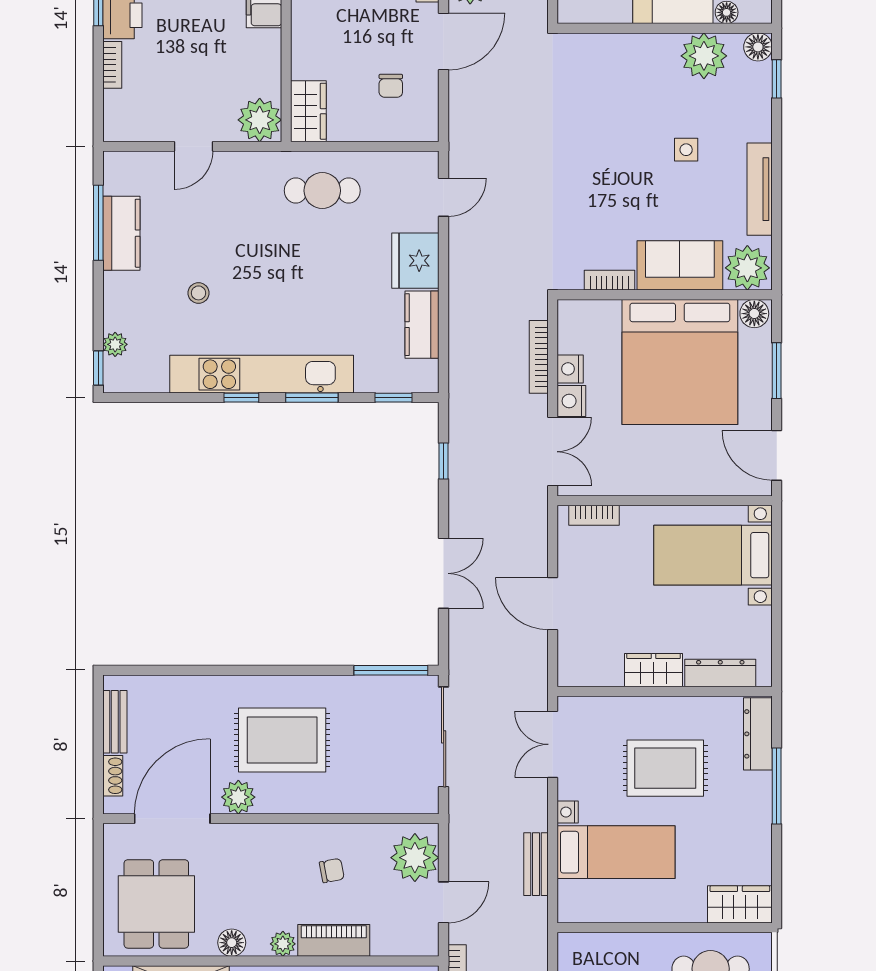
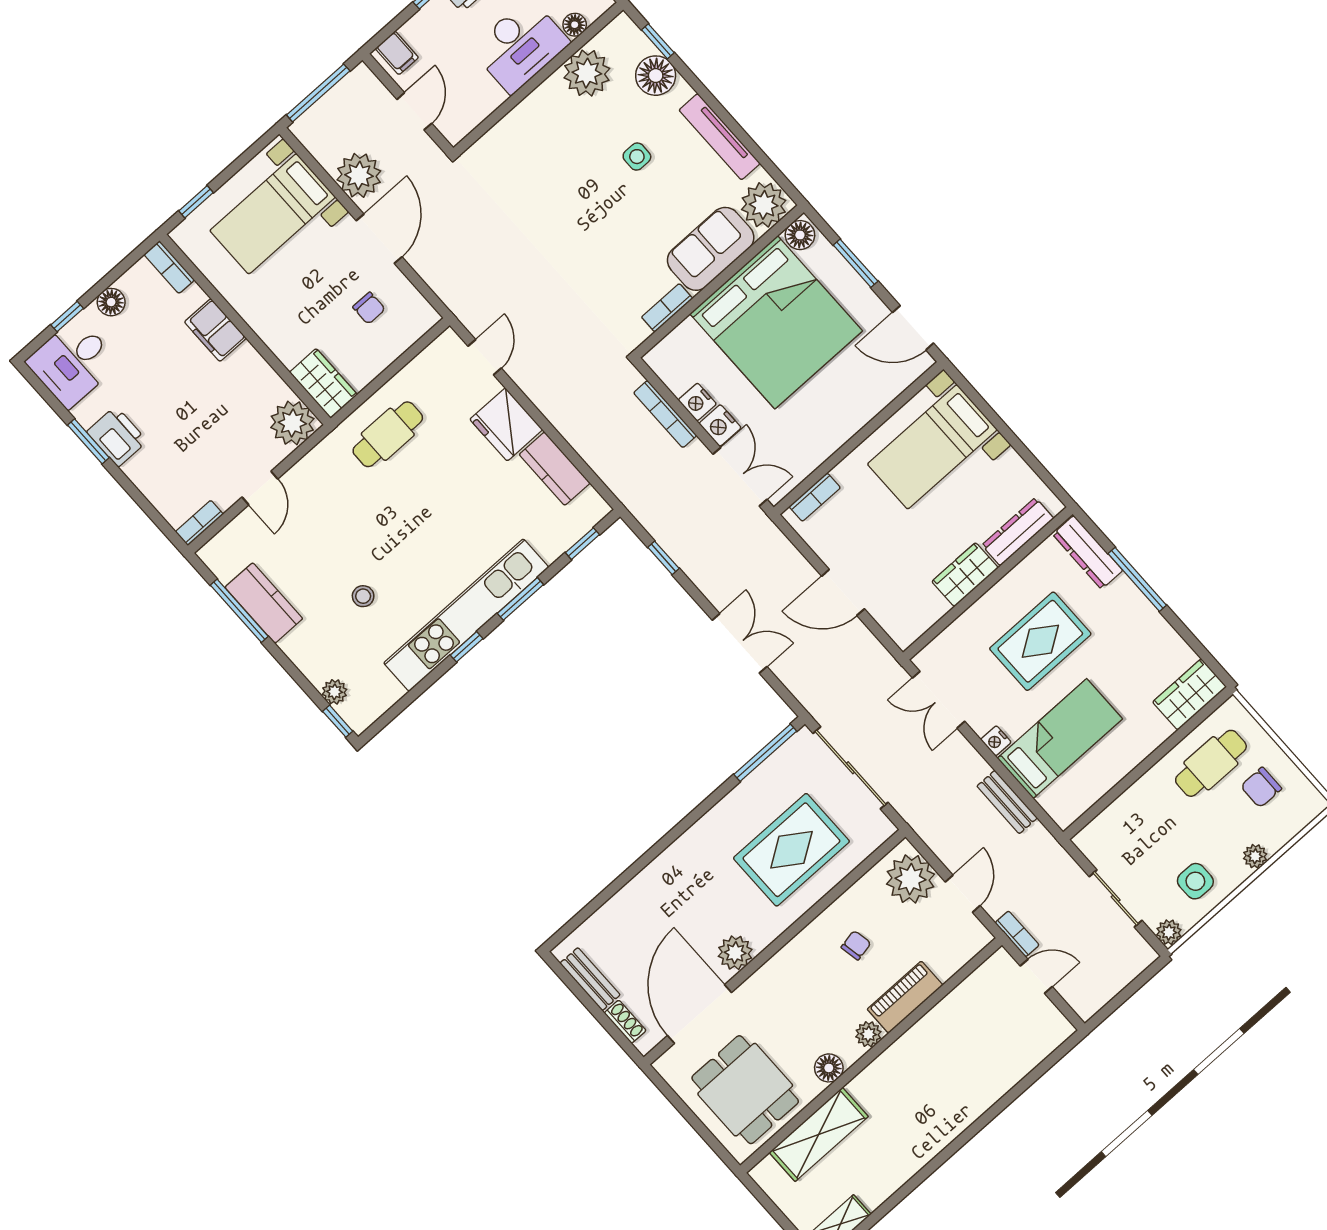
floor lamp: (758, 47) -> (656, 76), moved, width x1.38, depth x1.38
bookcase: (112, 65) -> (199, 523), moved, turned -90
rug: (282, 740) -> (791, 850), moved

